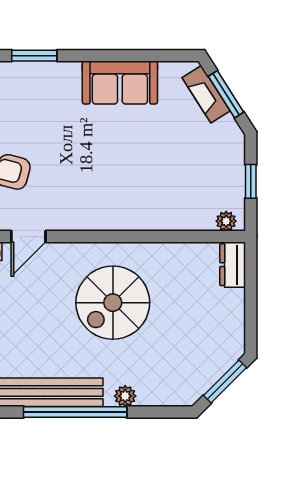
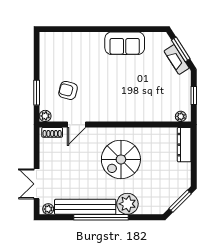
window: (34, 56) -> (80, 29), removed
fireplace: (206, 94) -> (177, 60), moved
dresser: (233, 265) -> (184, 145), width x1.44
plant: (125, 396) -> (127, 204), width x1.88, depth x1.88

